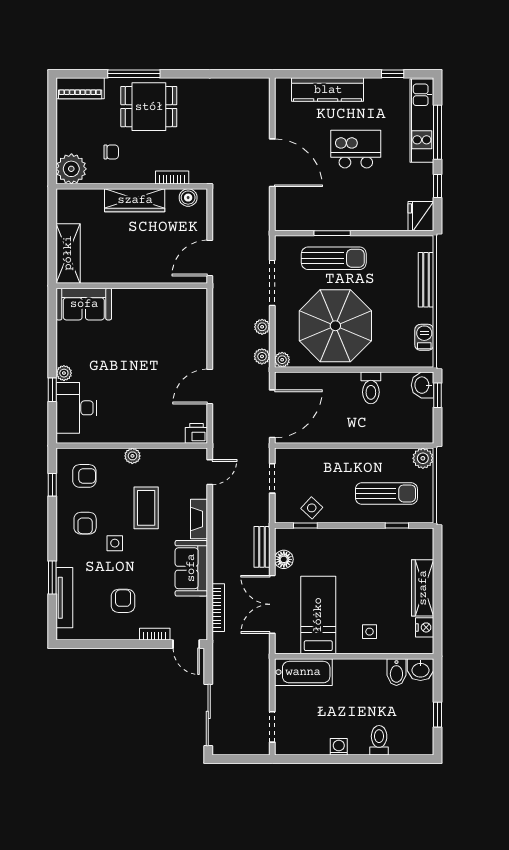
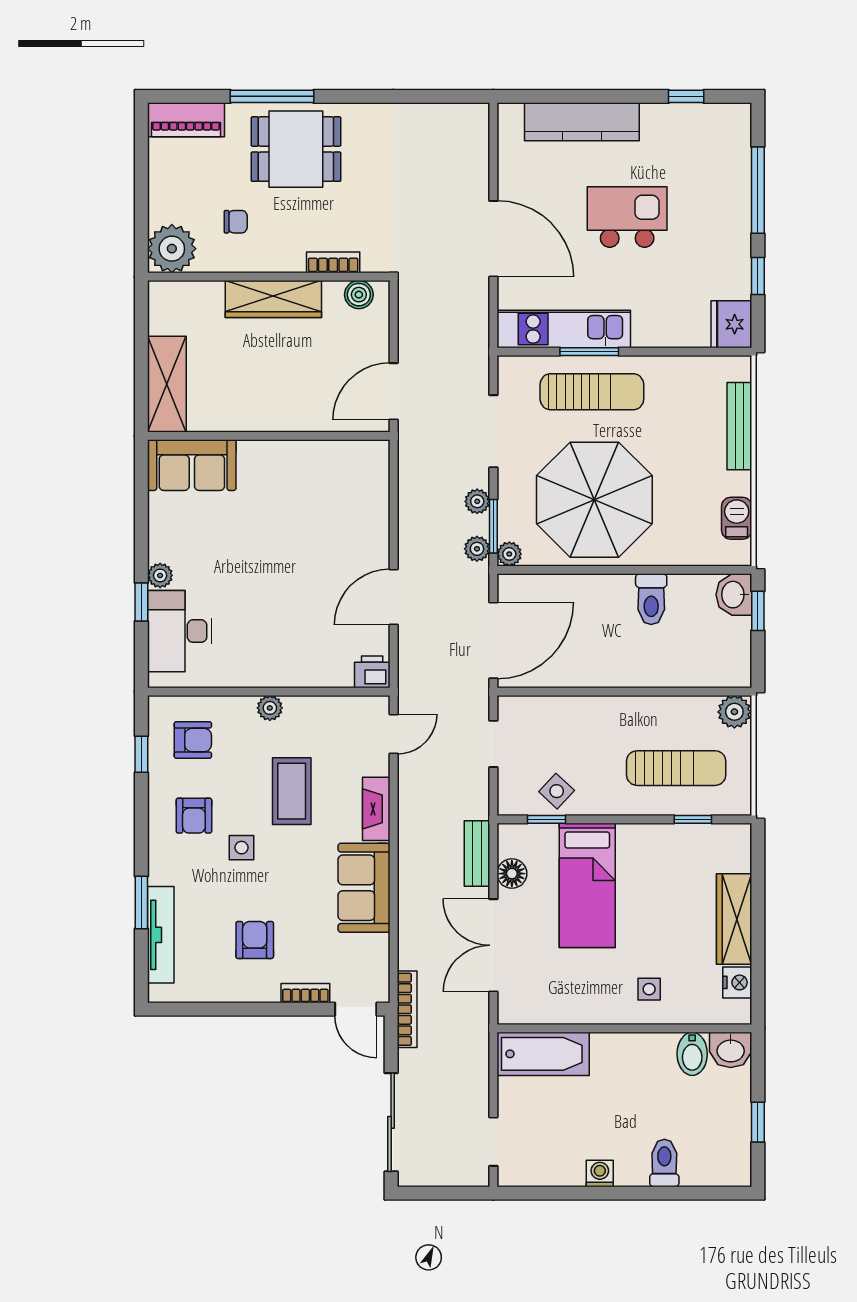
kitchen unit: (422, 121) -> (564, 329), moved, turned 90
window: (272, 342) -> (493, 526), added
bookcase: (218, 608) -> (407, 1009), moved
bed: (318, 615) -> (587, 885), moved, turned 180

